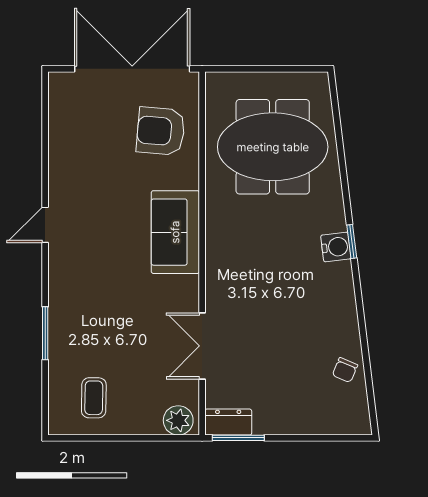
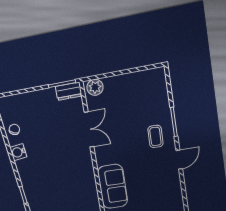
door: (45, 225) -> (179, 160), moved
water cooler: (336, 247) -> (18, 152), moved
coffee table: (94, 398) -> (155, 136), moved

